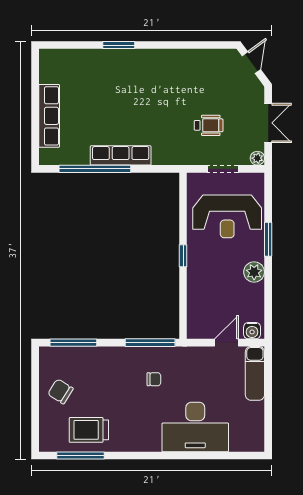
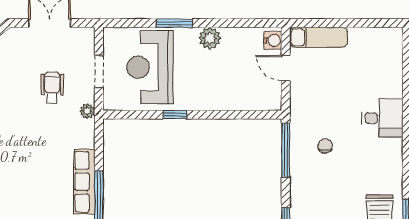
plant: (257, 158) -> (87, 111), moved
reception desk: (227, 216) -> (150, 67), turned 180
window: (183, 256) -> (175, 115), moved
desk: (195, 427) -> (382, 118), width x0.53, depth x0.77

